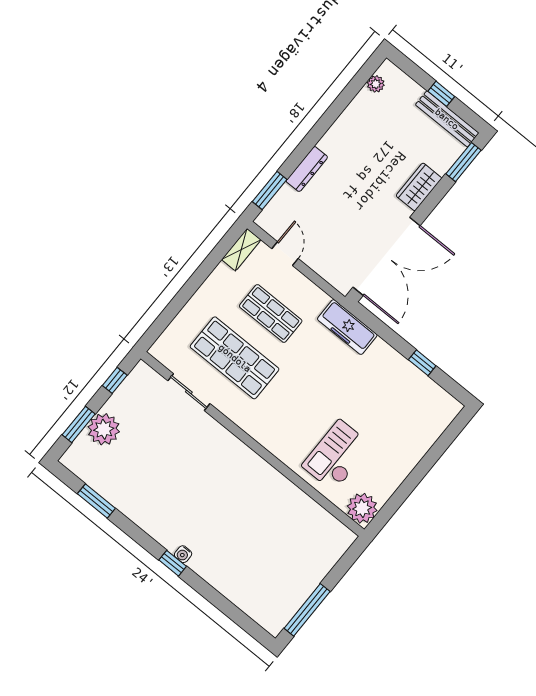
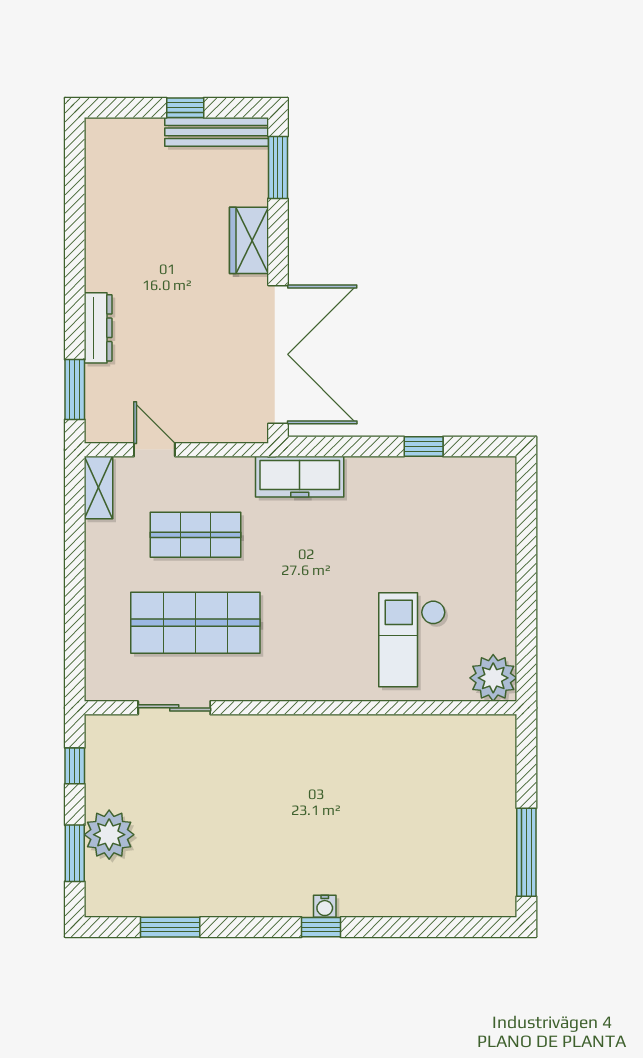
plant: (376, 84) -> (98, 160), removed

